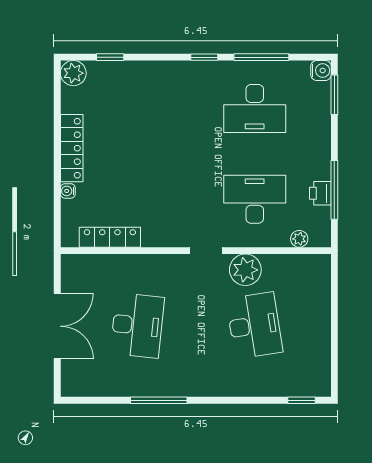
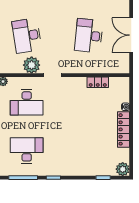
locker: (110, 237) -> (98, 82), width x0.66

